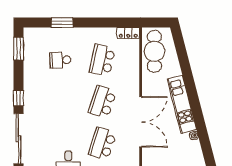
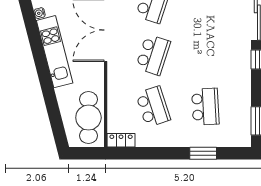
school desk: (60, 60) -> (205, 107), width x1.85
school desk: (102, 60) -> (153, 107), turned -30

